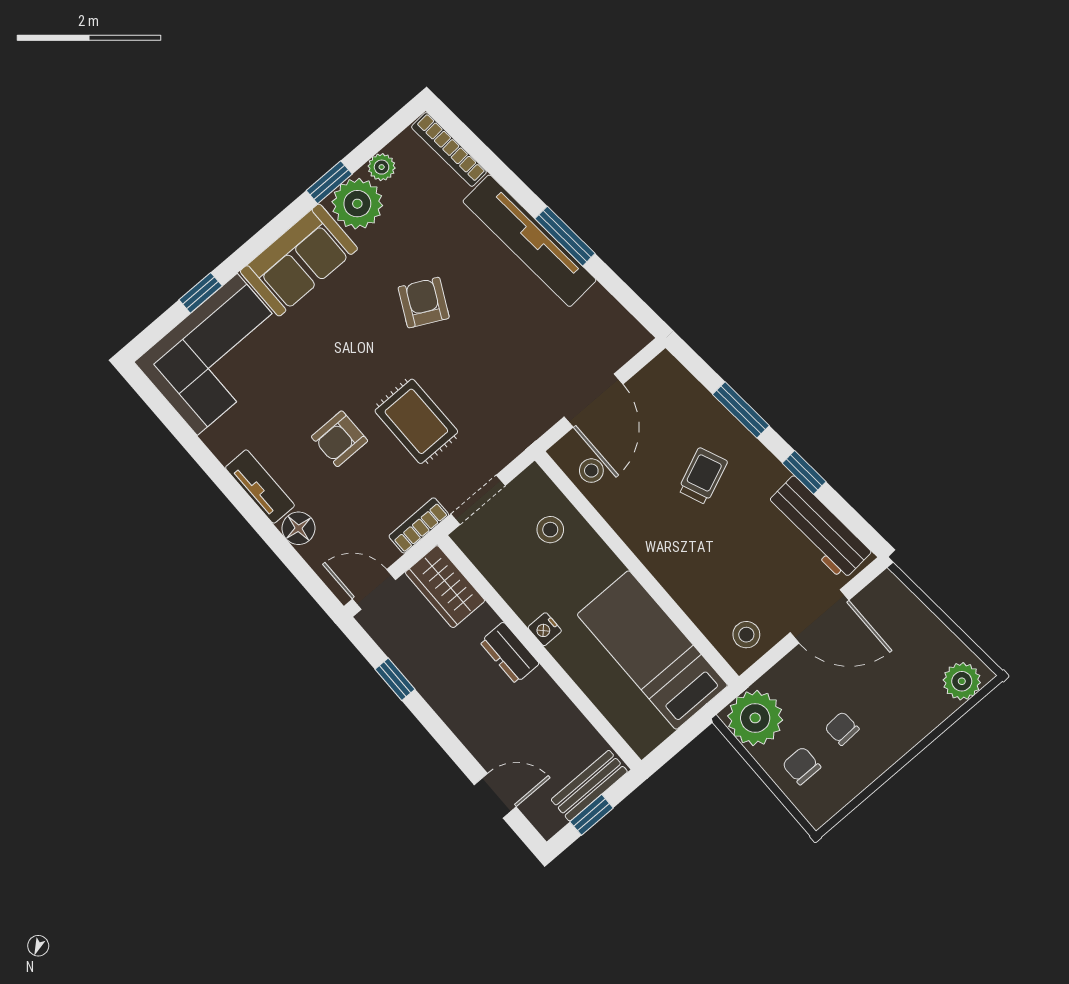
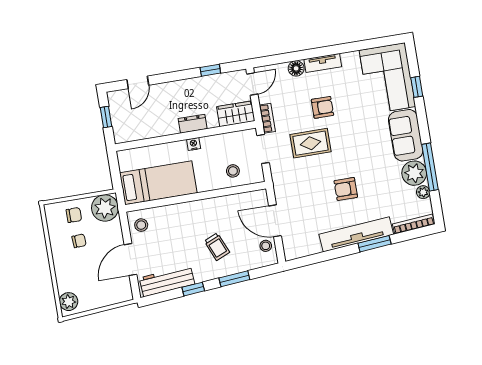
window: (329, 182) -> (430, 167), width x2.17
window: (565, 236) -> (375, 244), moved
armchair: (424, 303) -> (346, 189), moved, turned 153
armchair: (340, 439) -> (322, 107), turned 90
stool: (591, 471) -> (266, 246), moved
bench: (589, 786) -> (119, 123), removed

